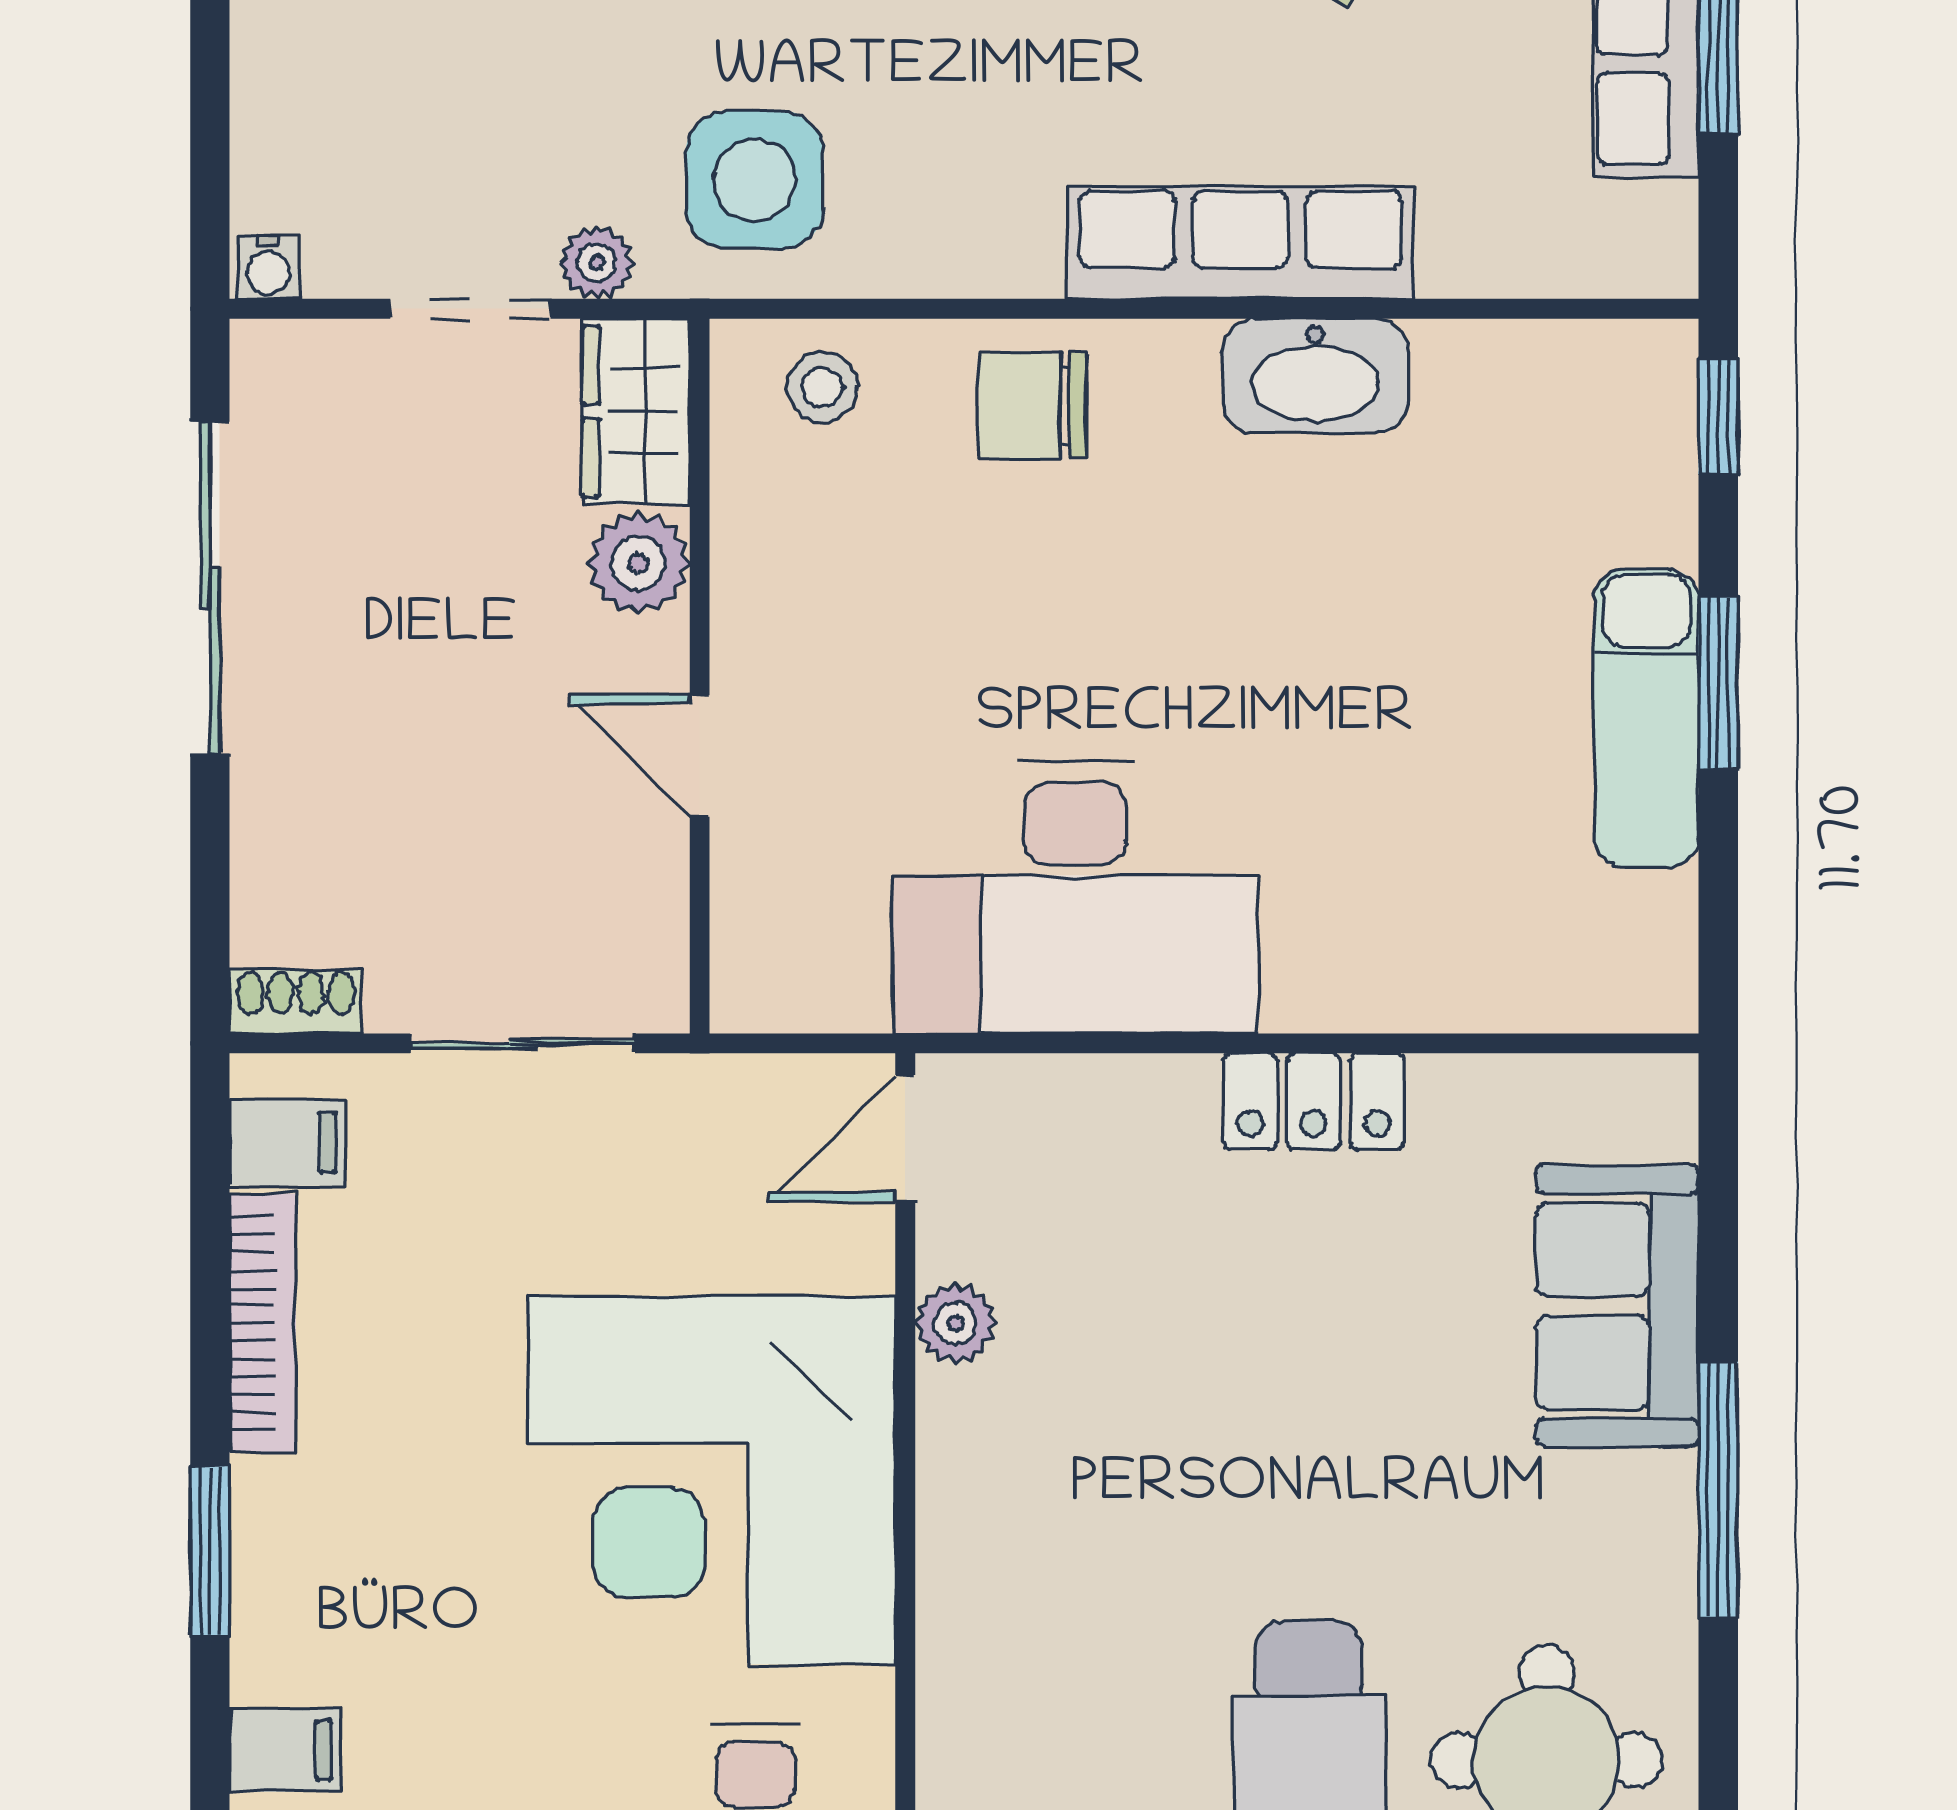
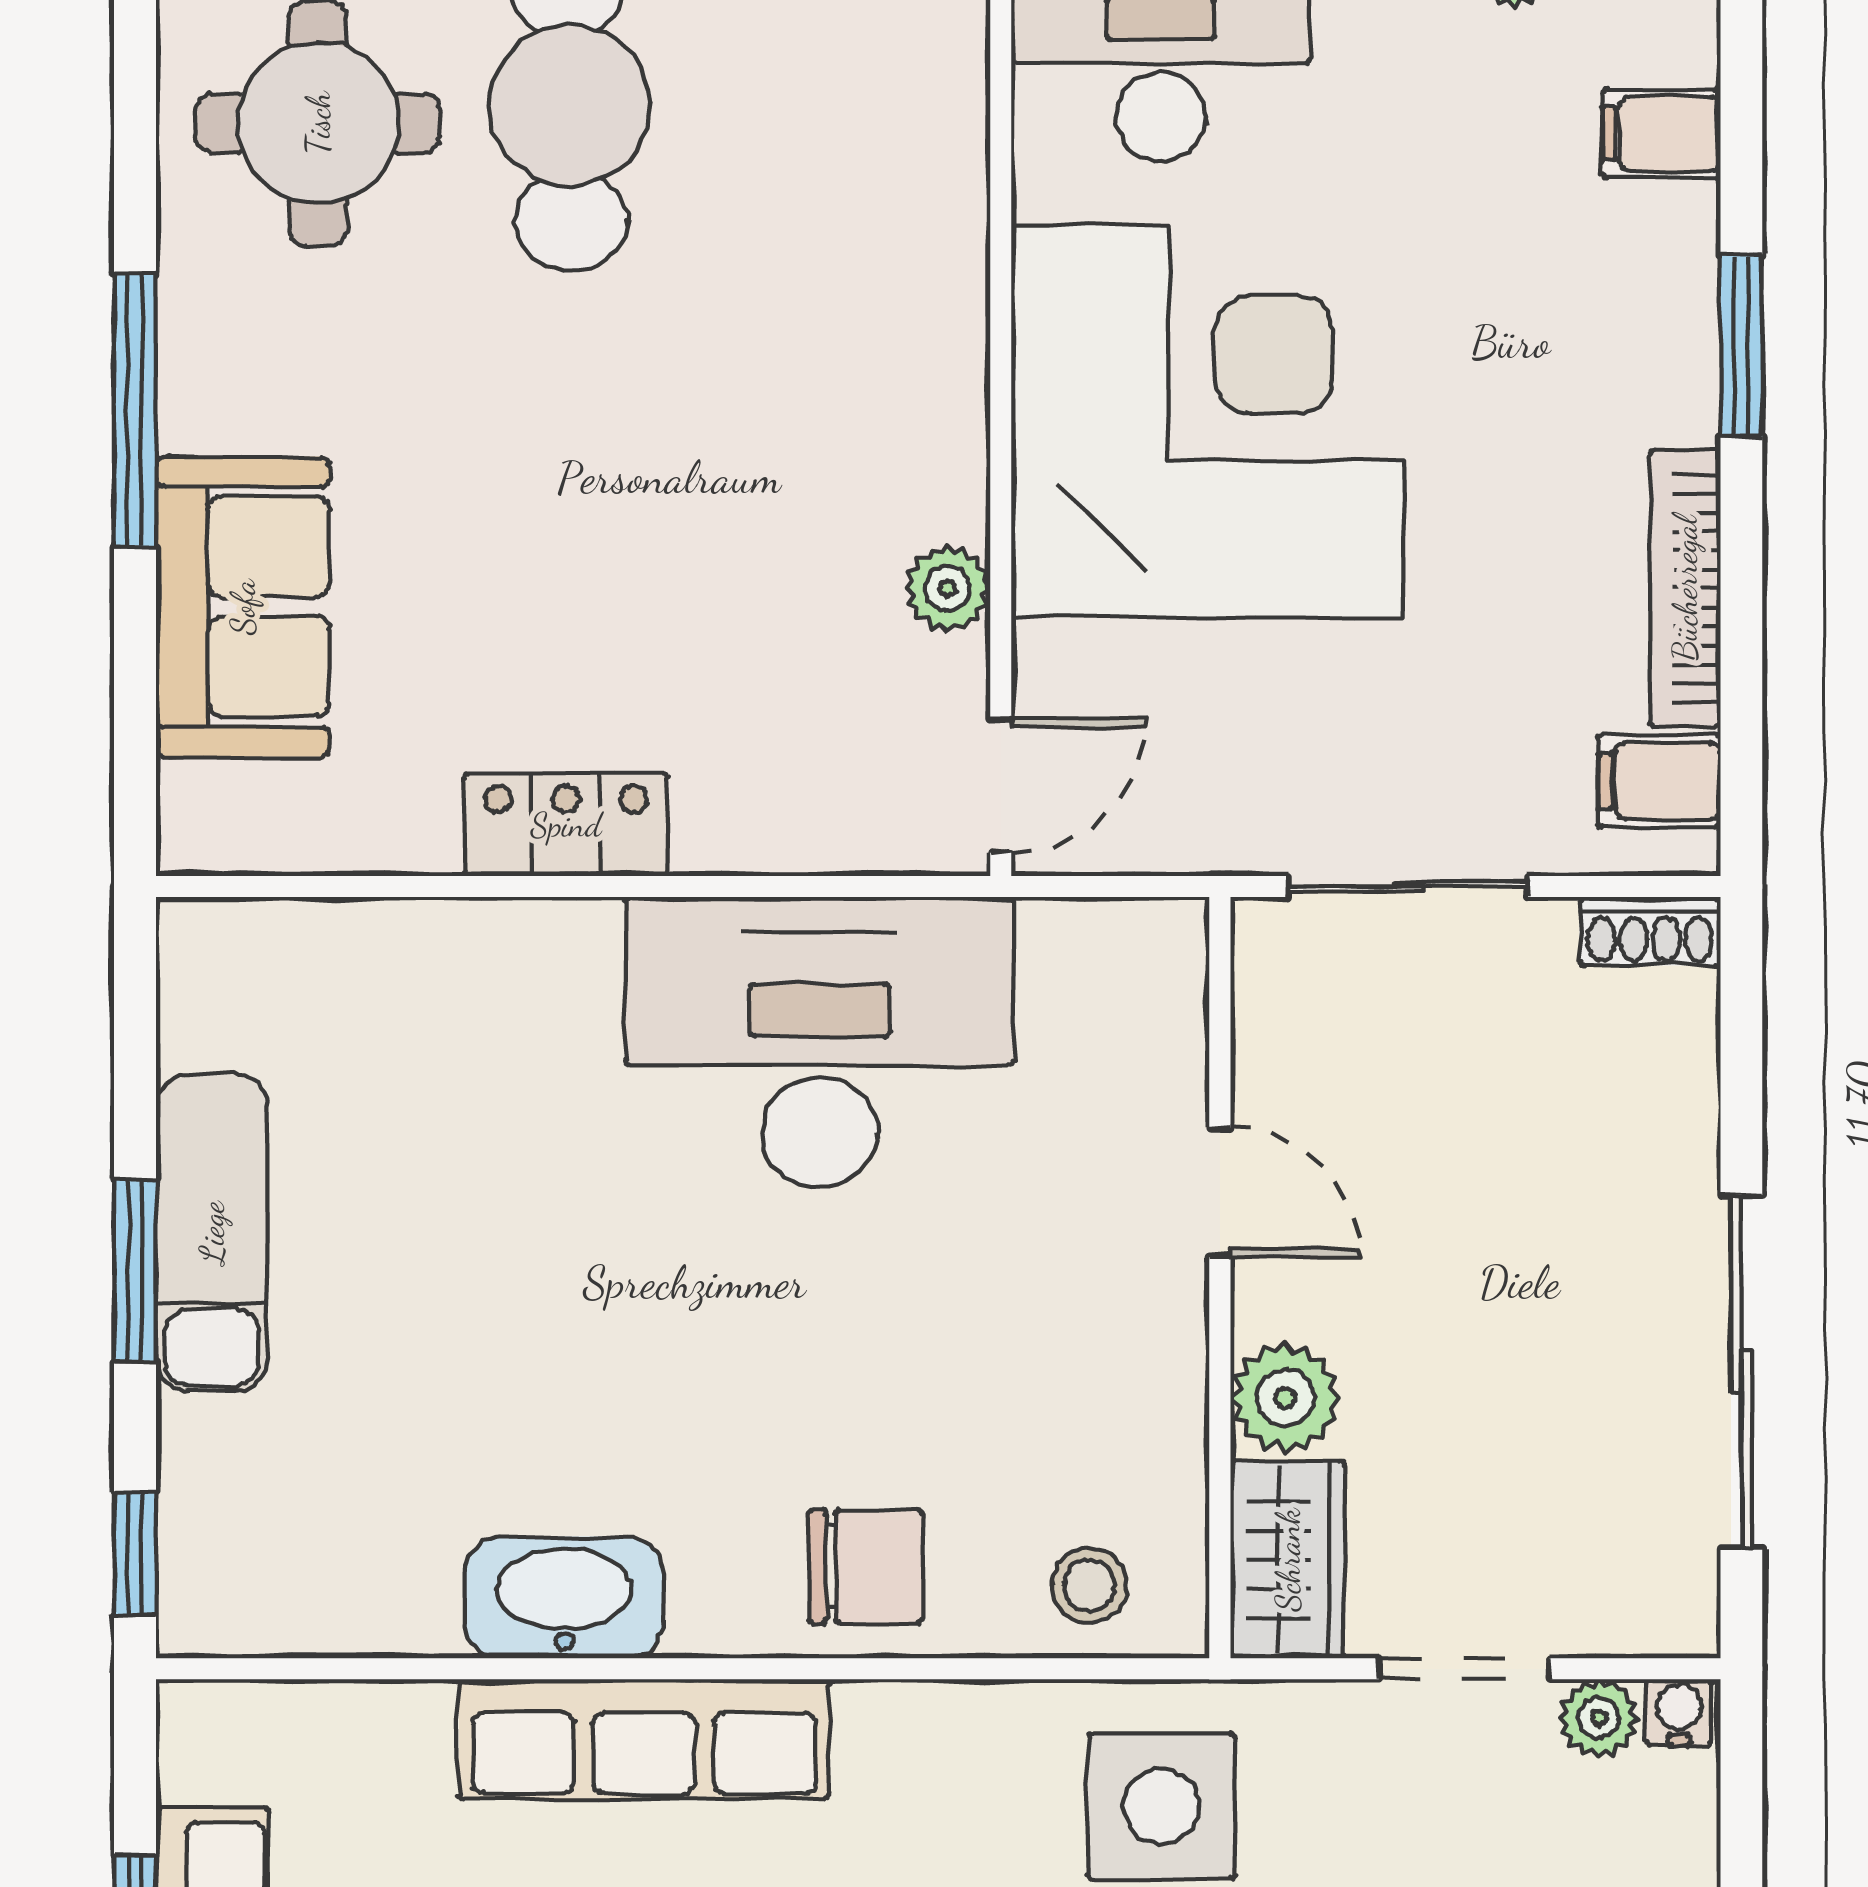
plant: (597, 262) -> (1599, 1718), moved

